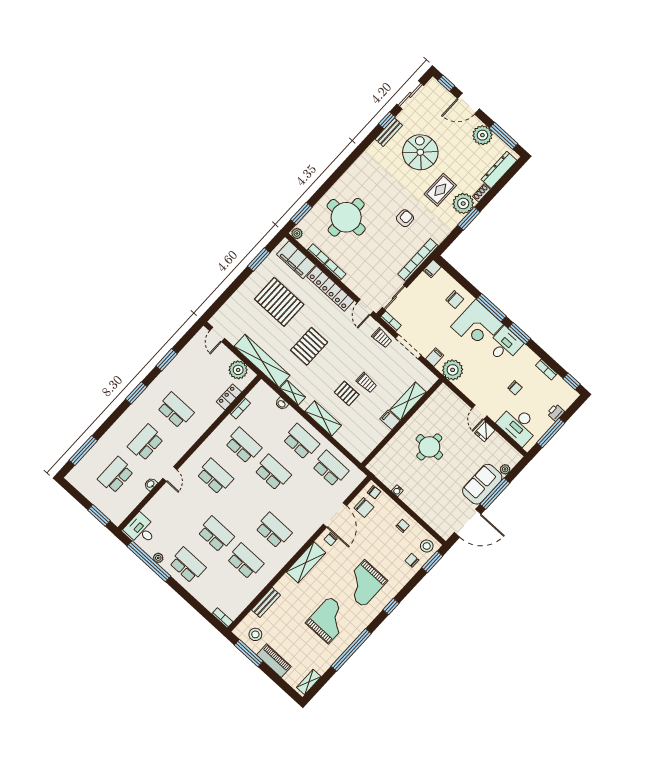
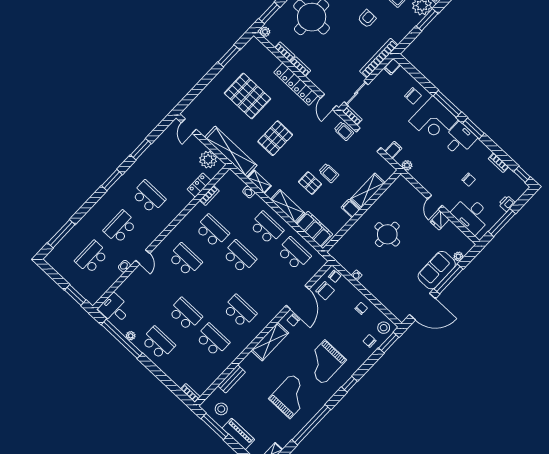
filing cabinet: (296, 260) -> (315, 229), moved, turned 180
plant: (453, 370) -> (407, 165), width x0.53, depth x0.53

